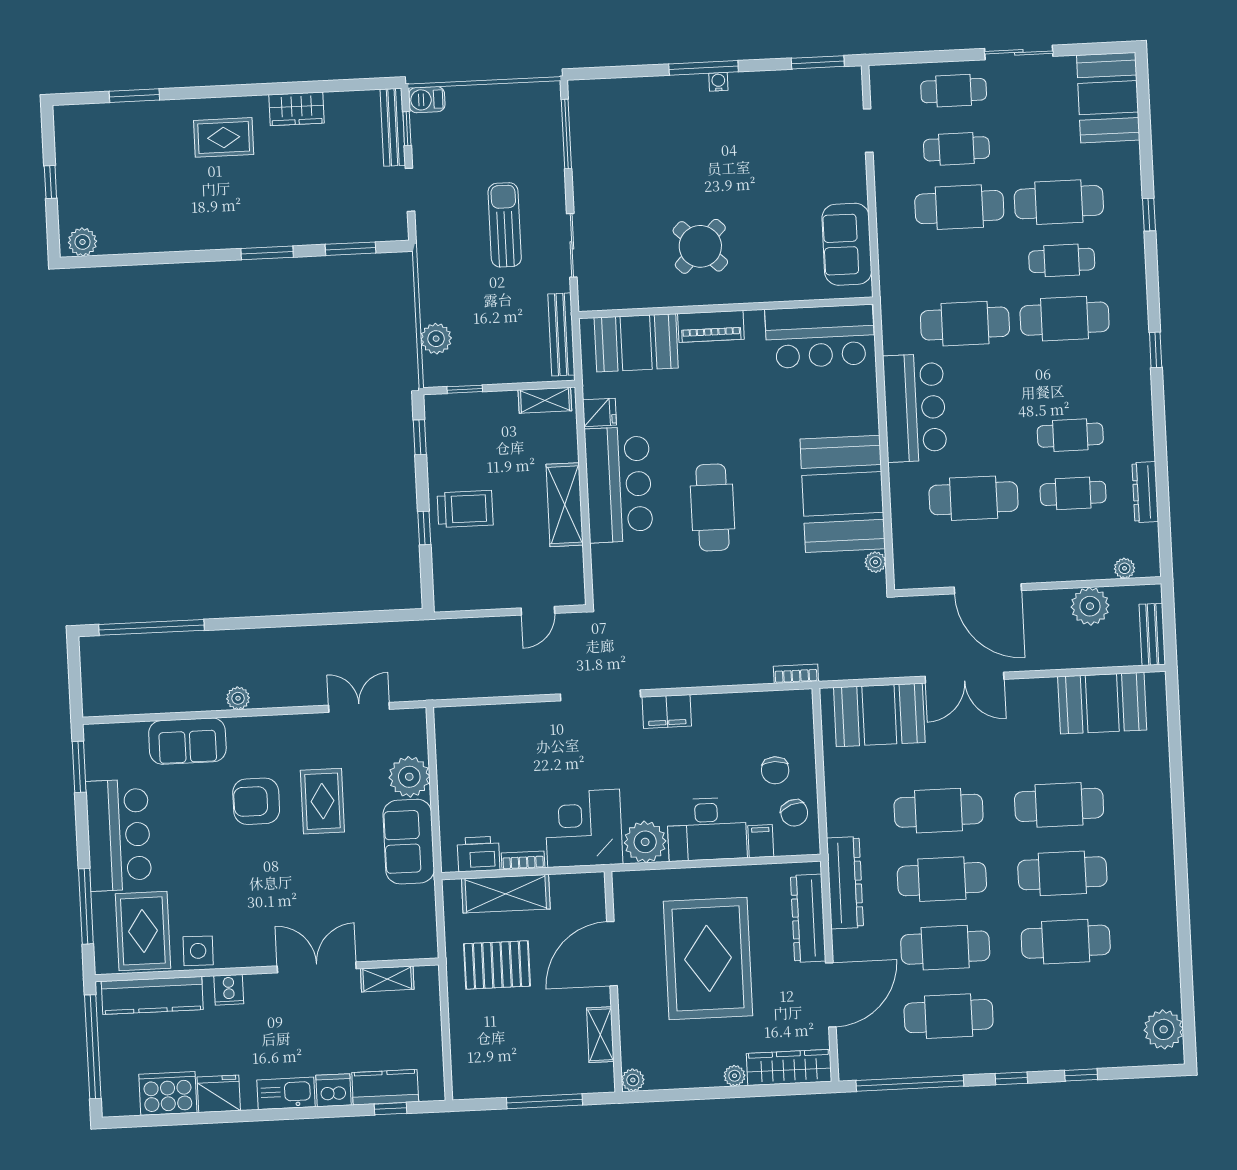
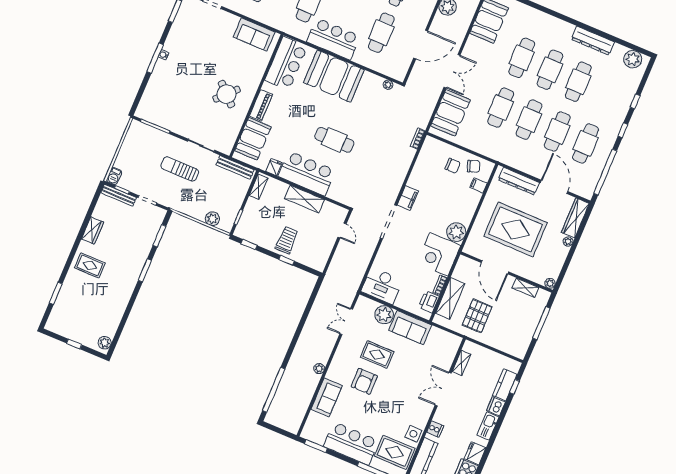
rug: (224, 137) -> (90, 265), turned 90
booth: (843, 494) -> (334, 76), moved
desk: (707, 829) -> (382, 286), moved, turned 90
dresser: (845, 883) -> (593, 41), moved, turned 180

